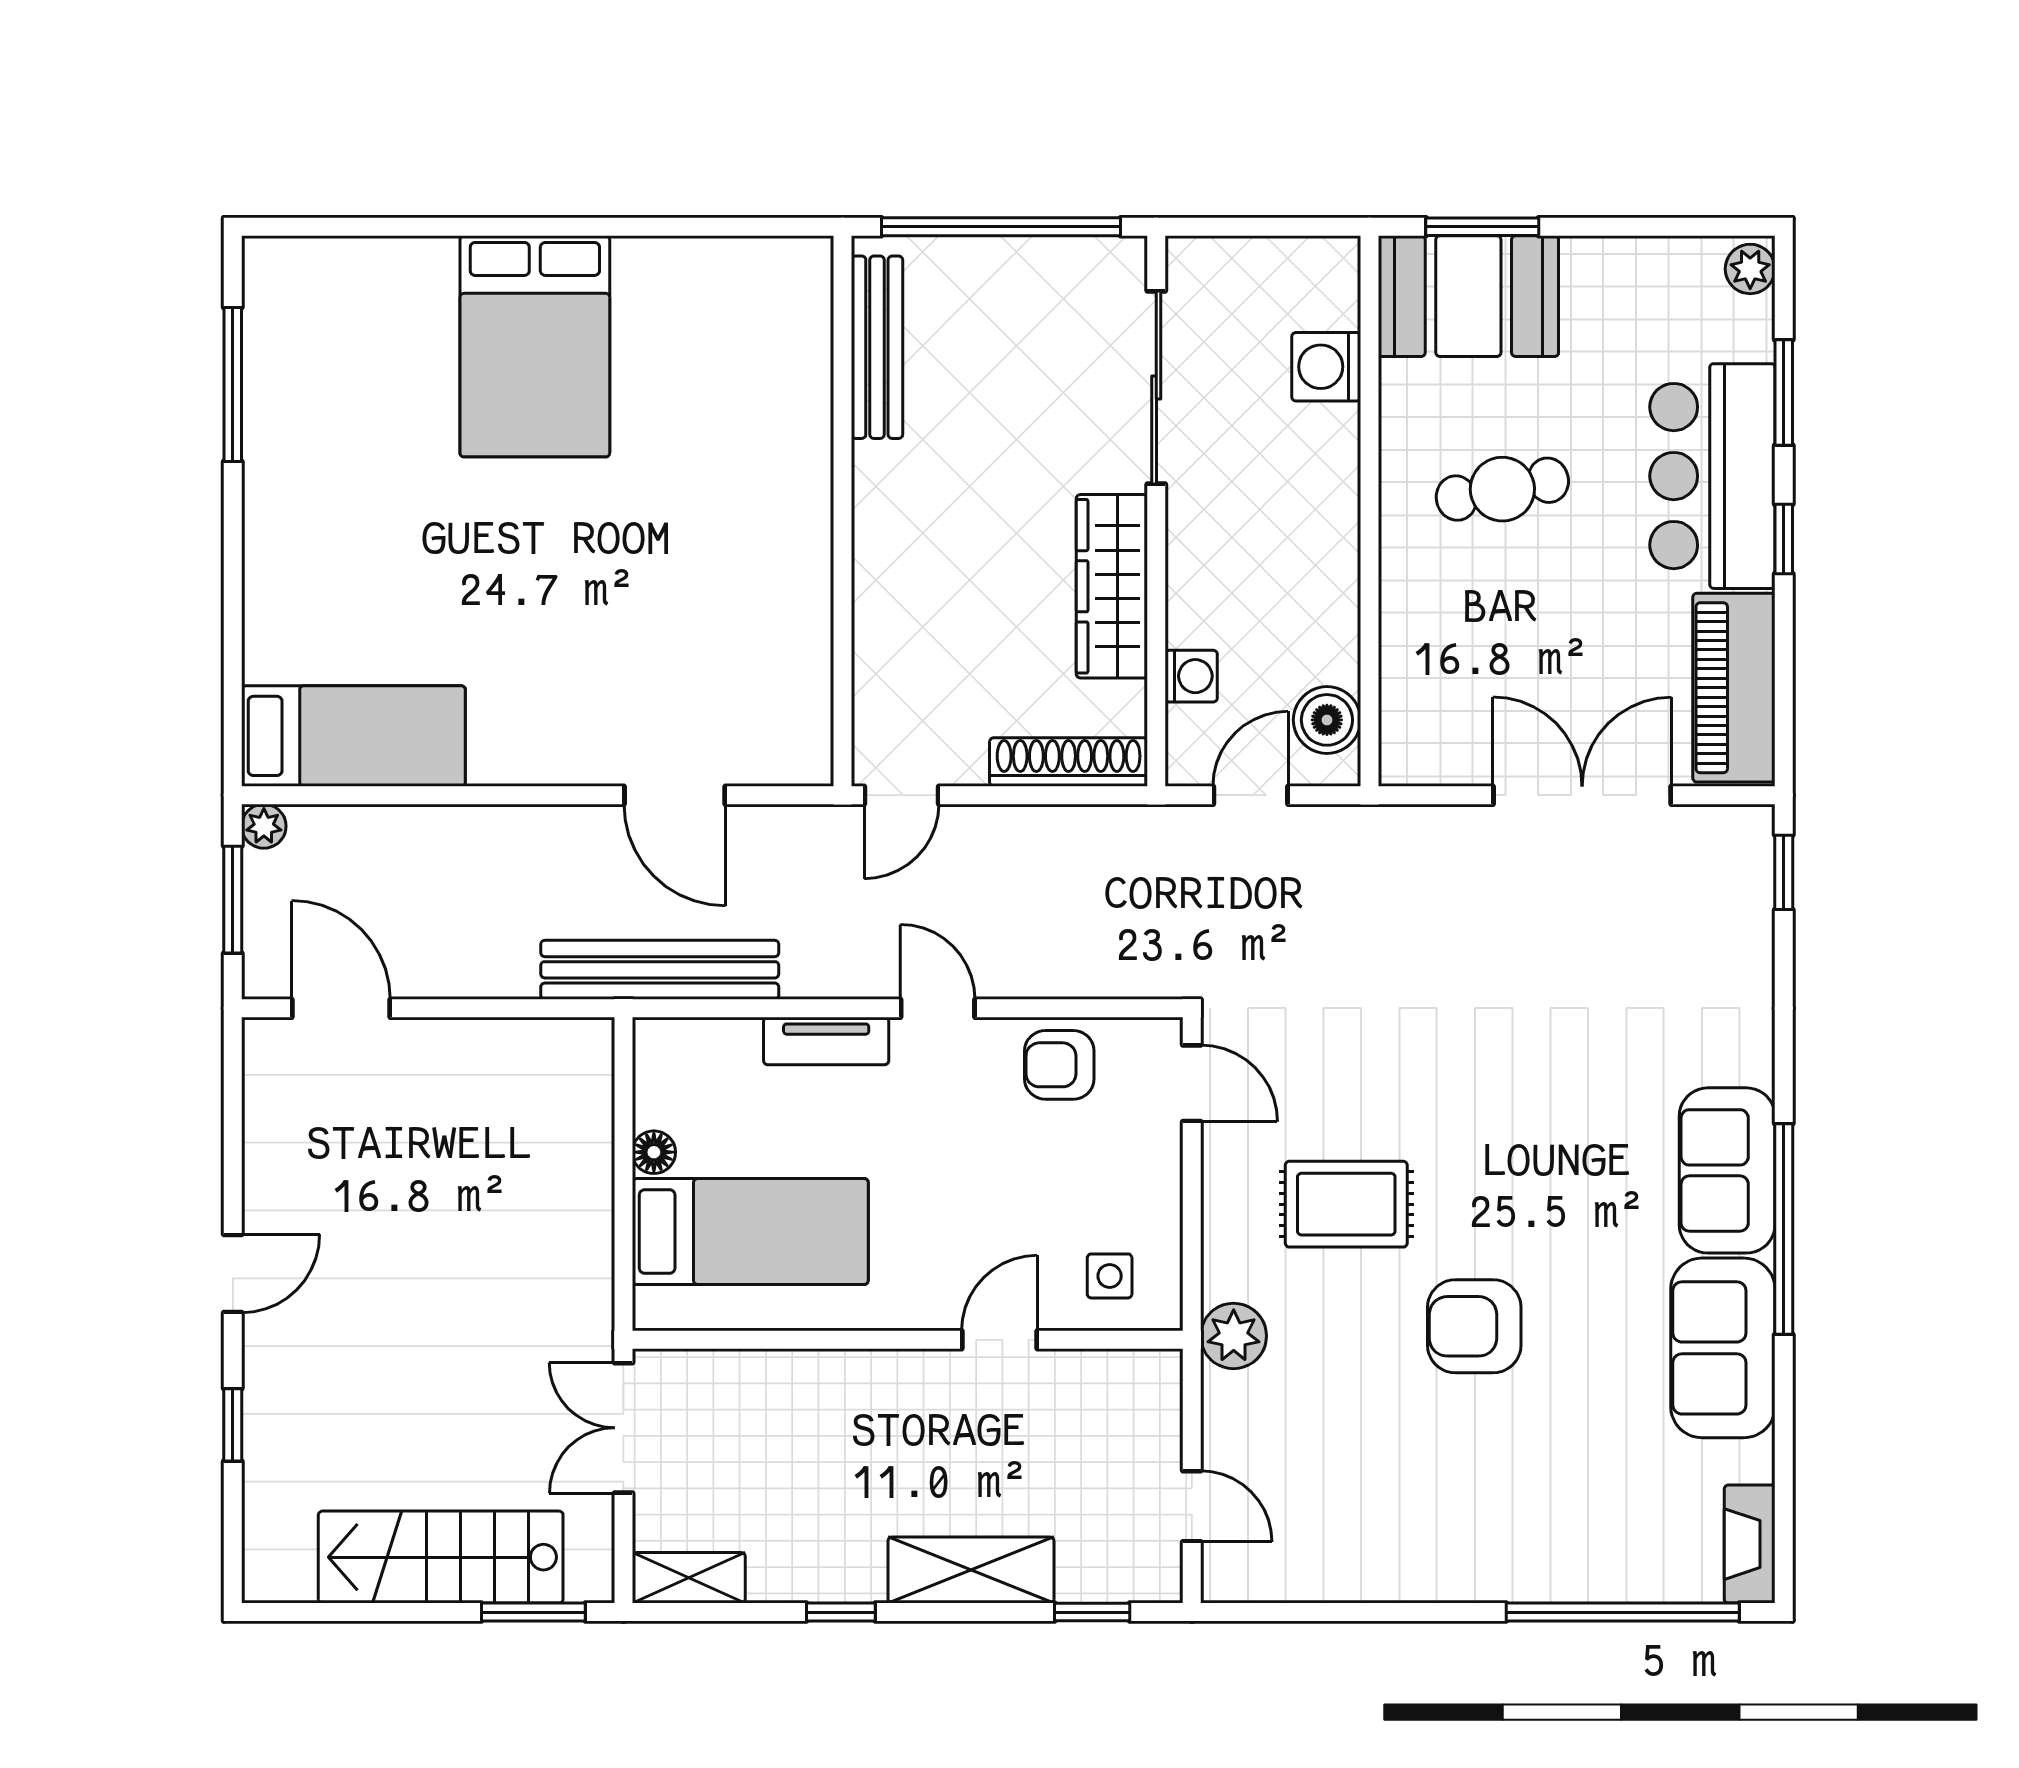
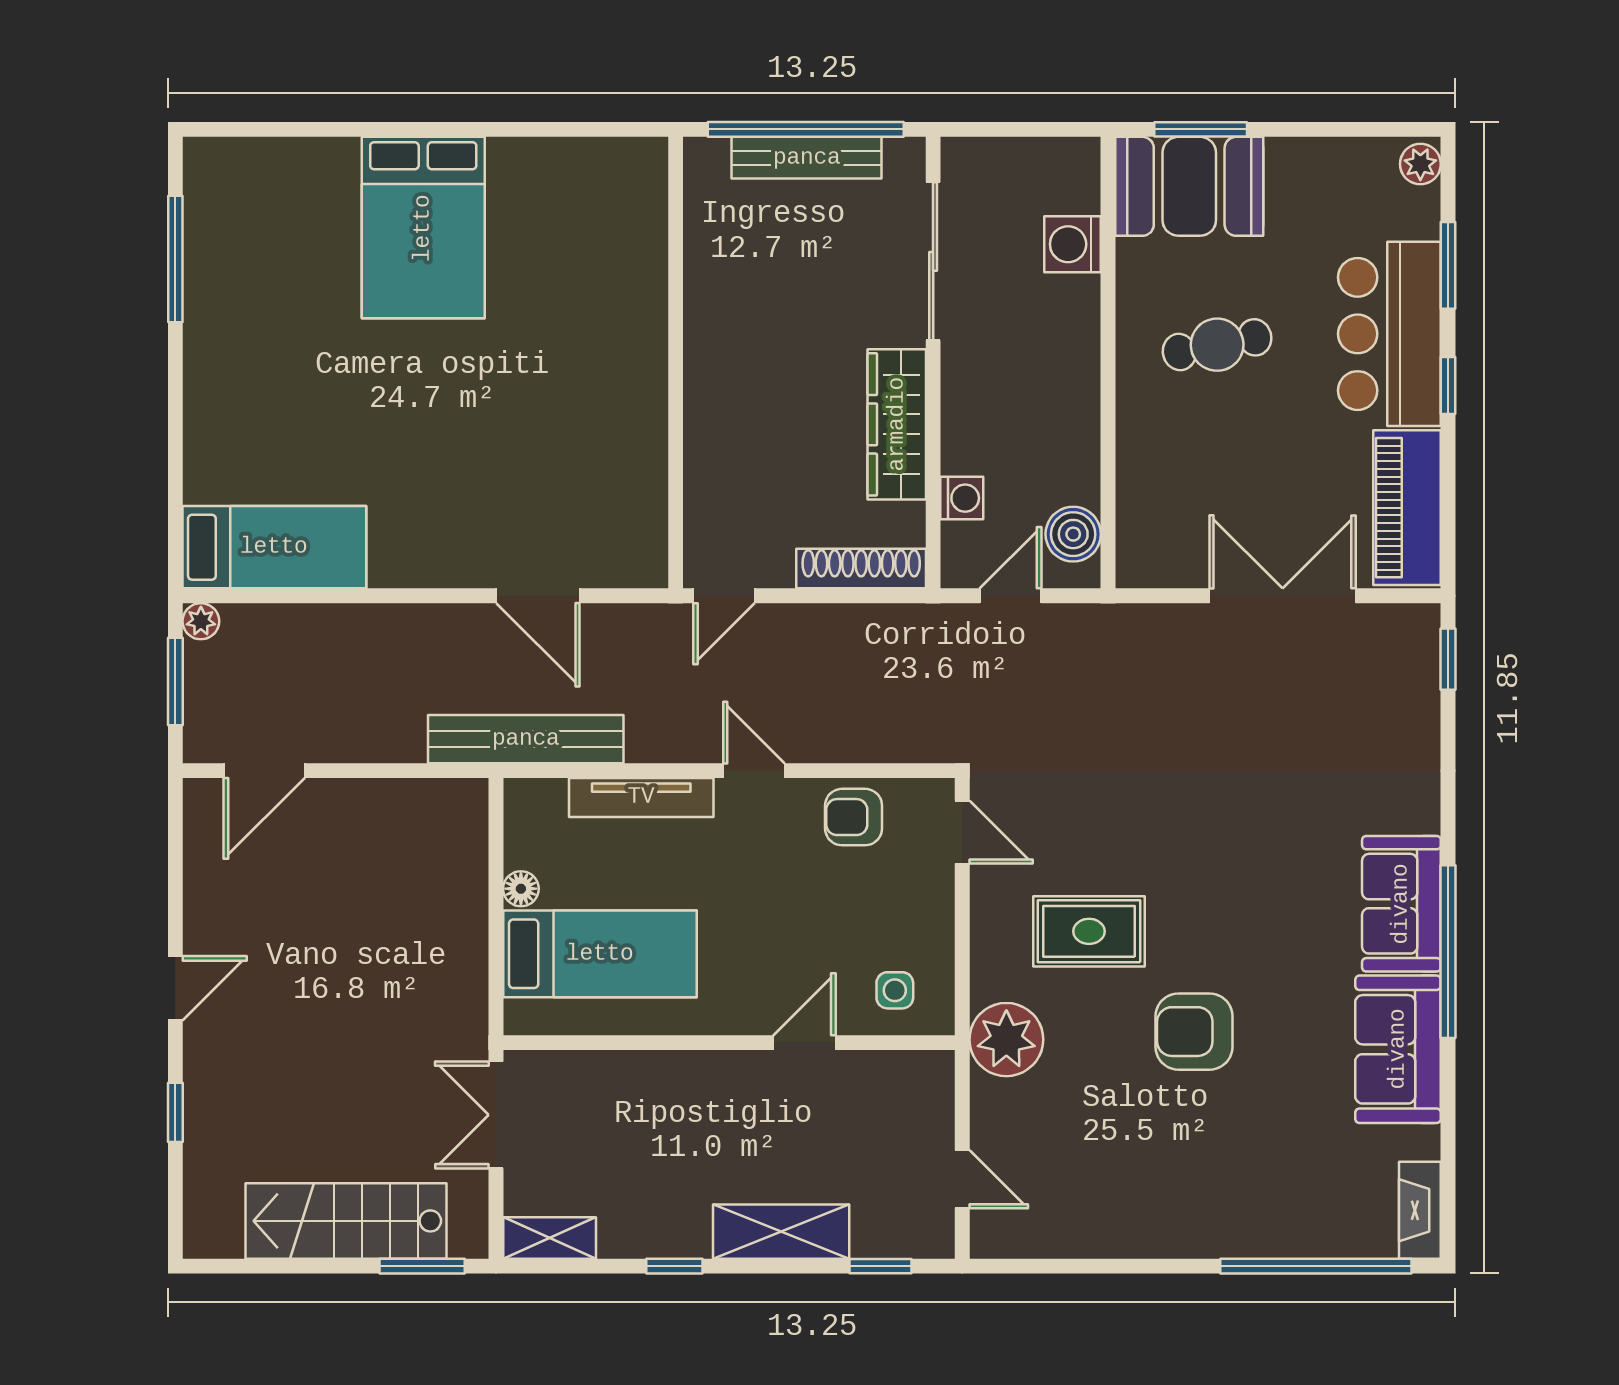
bench: (877, 347) -> (807, 158), moved, turned 90
door: (341, 1008) -> (264, 771), swing flipped
tv unit: (826, 1041) -> (641, 797), width x1.41
plant: (1234, 1336) -> (1006, 1040), width x1.36, depth x1.36

